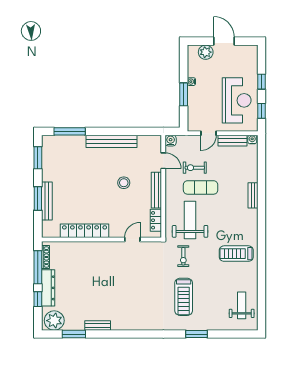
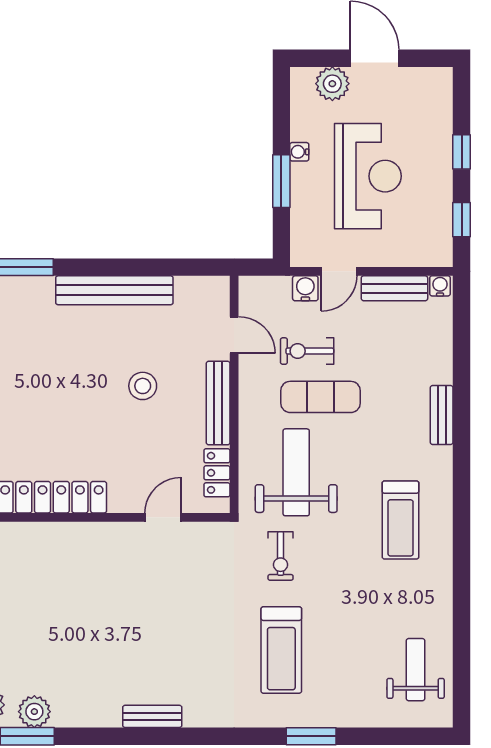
reception desk: (237, 100) -> (368, 176), moved
water cooler: (171, 141) -> (305, 288), moved
treadmill: (236, 254) -> (401, 520), moved, turned -90
plant: (77, 323) -> (34, 712), added
bench: (98, 325) -> (152, 716), moved

